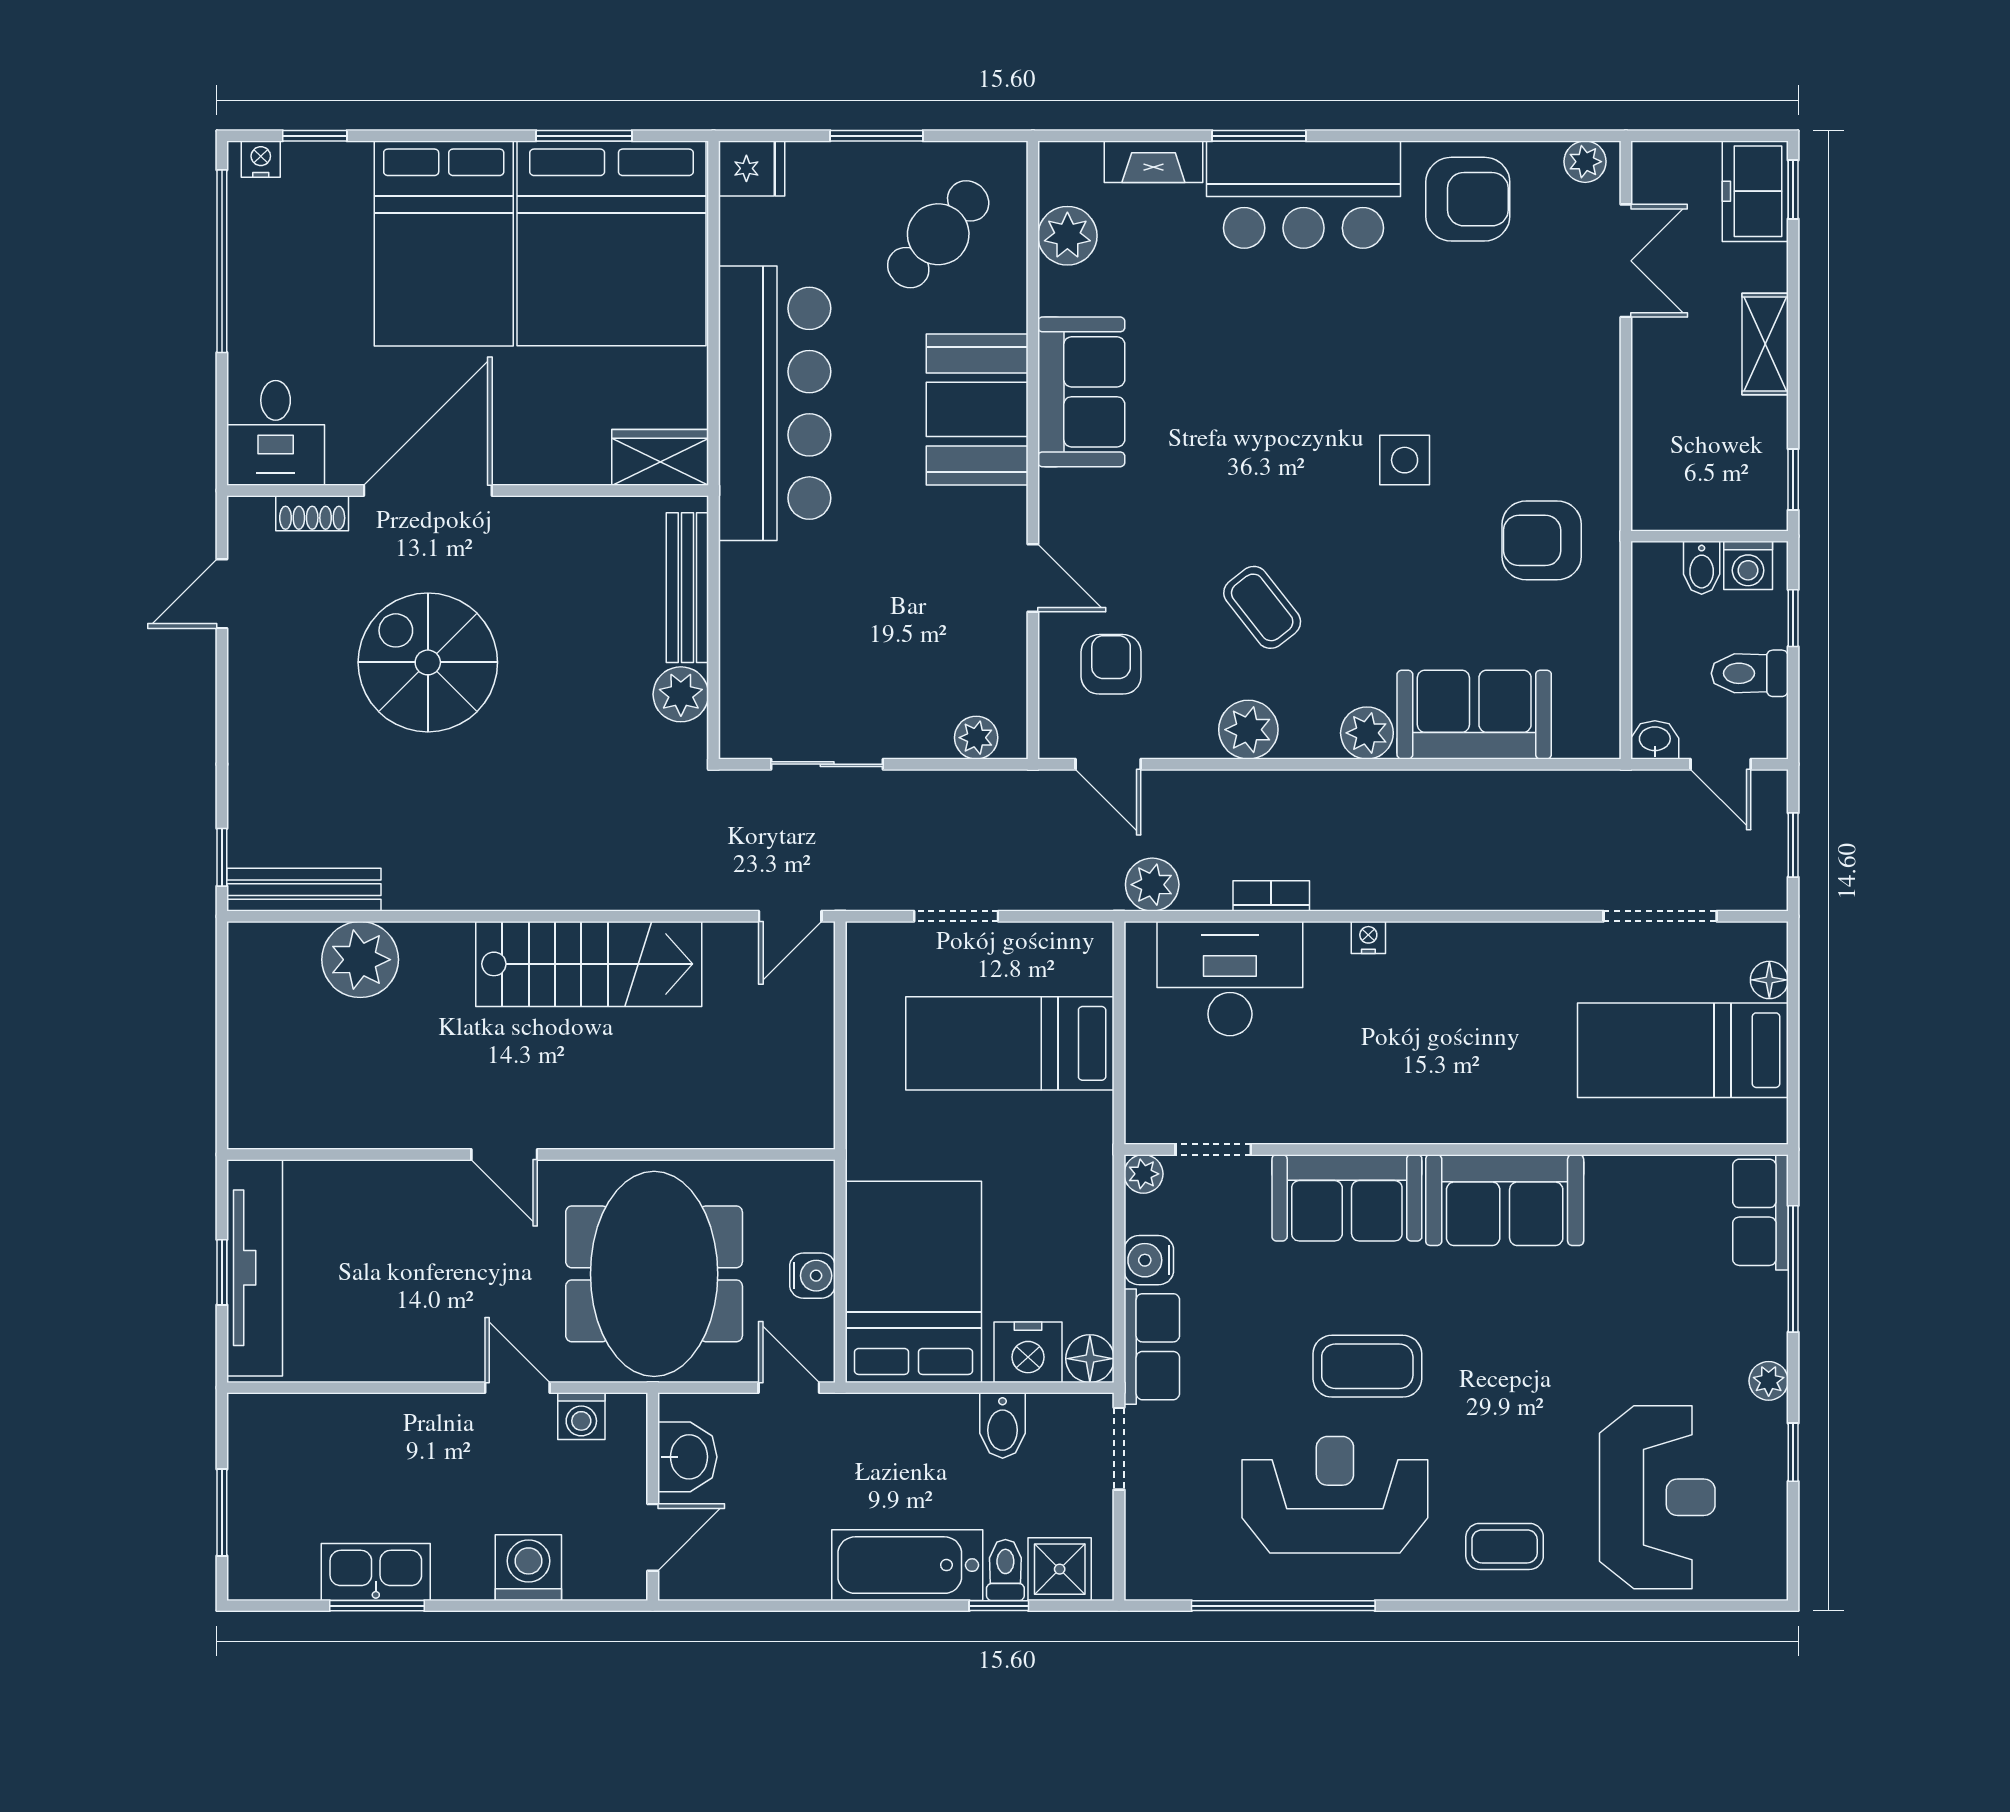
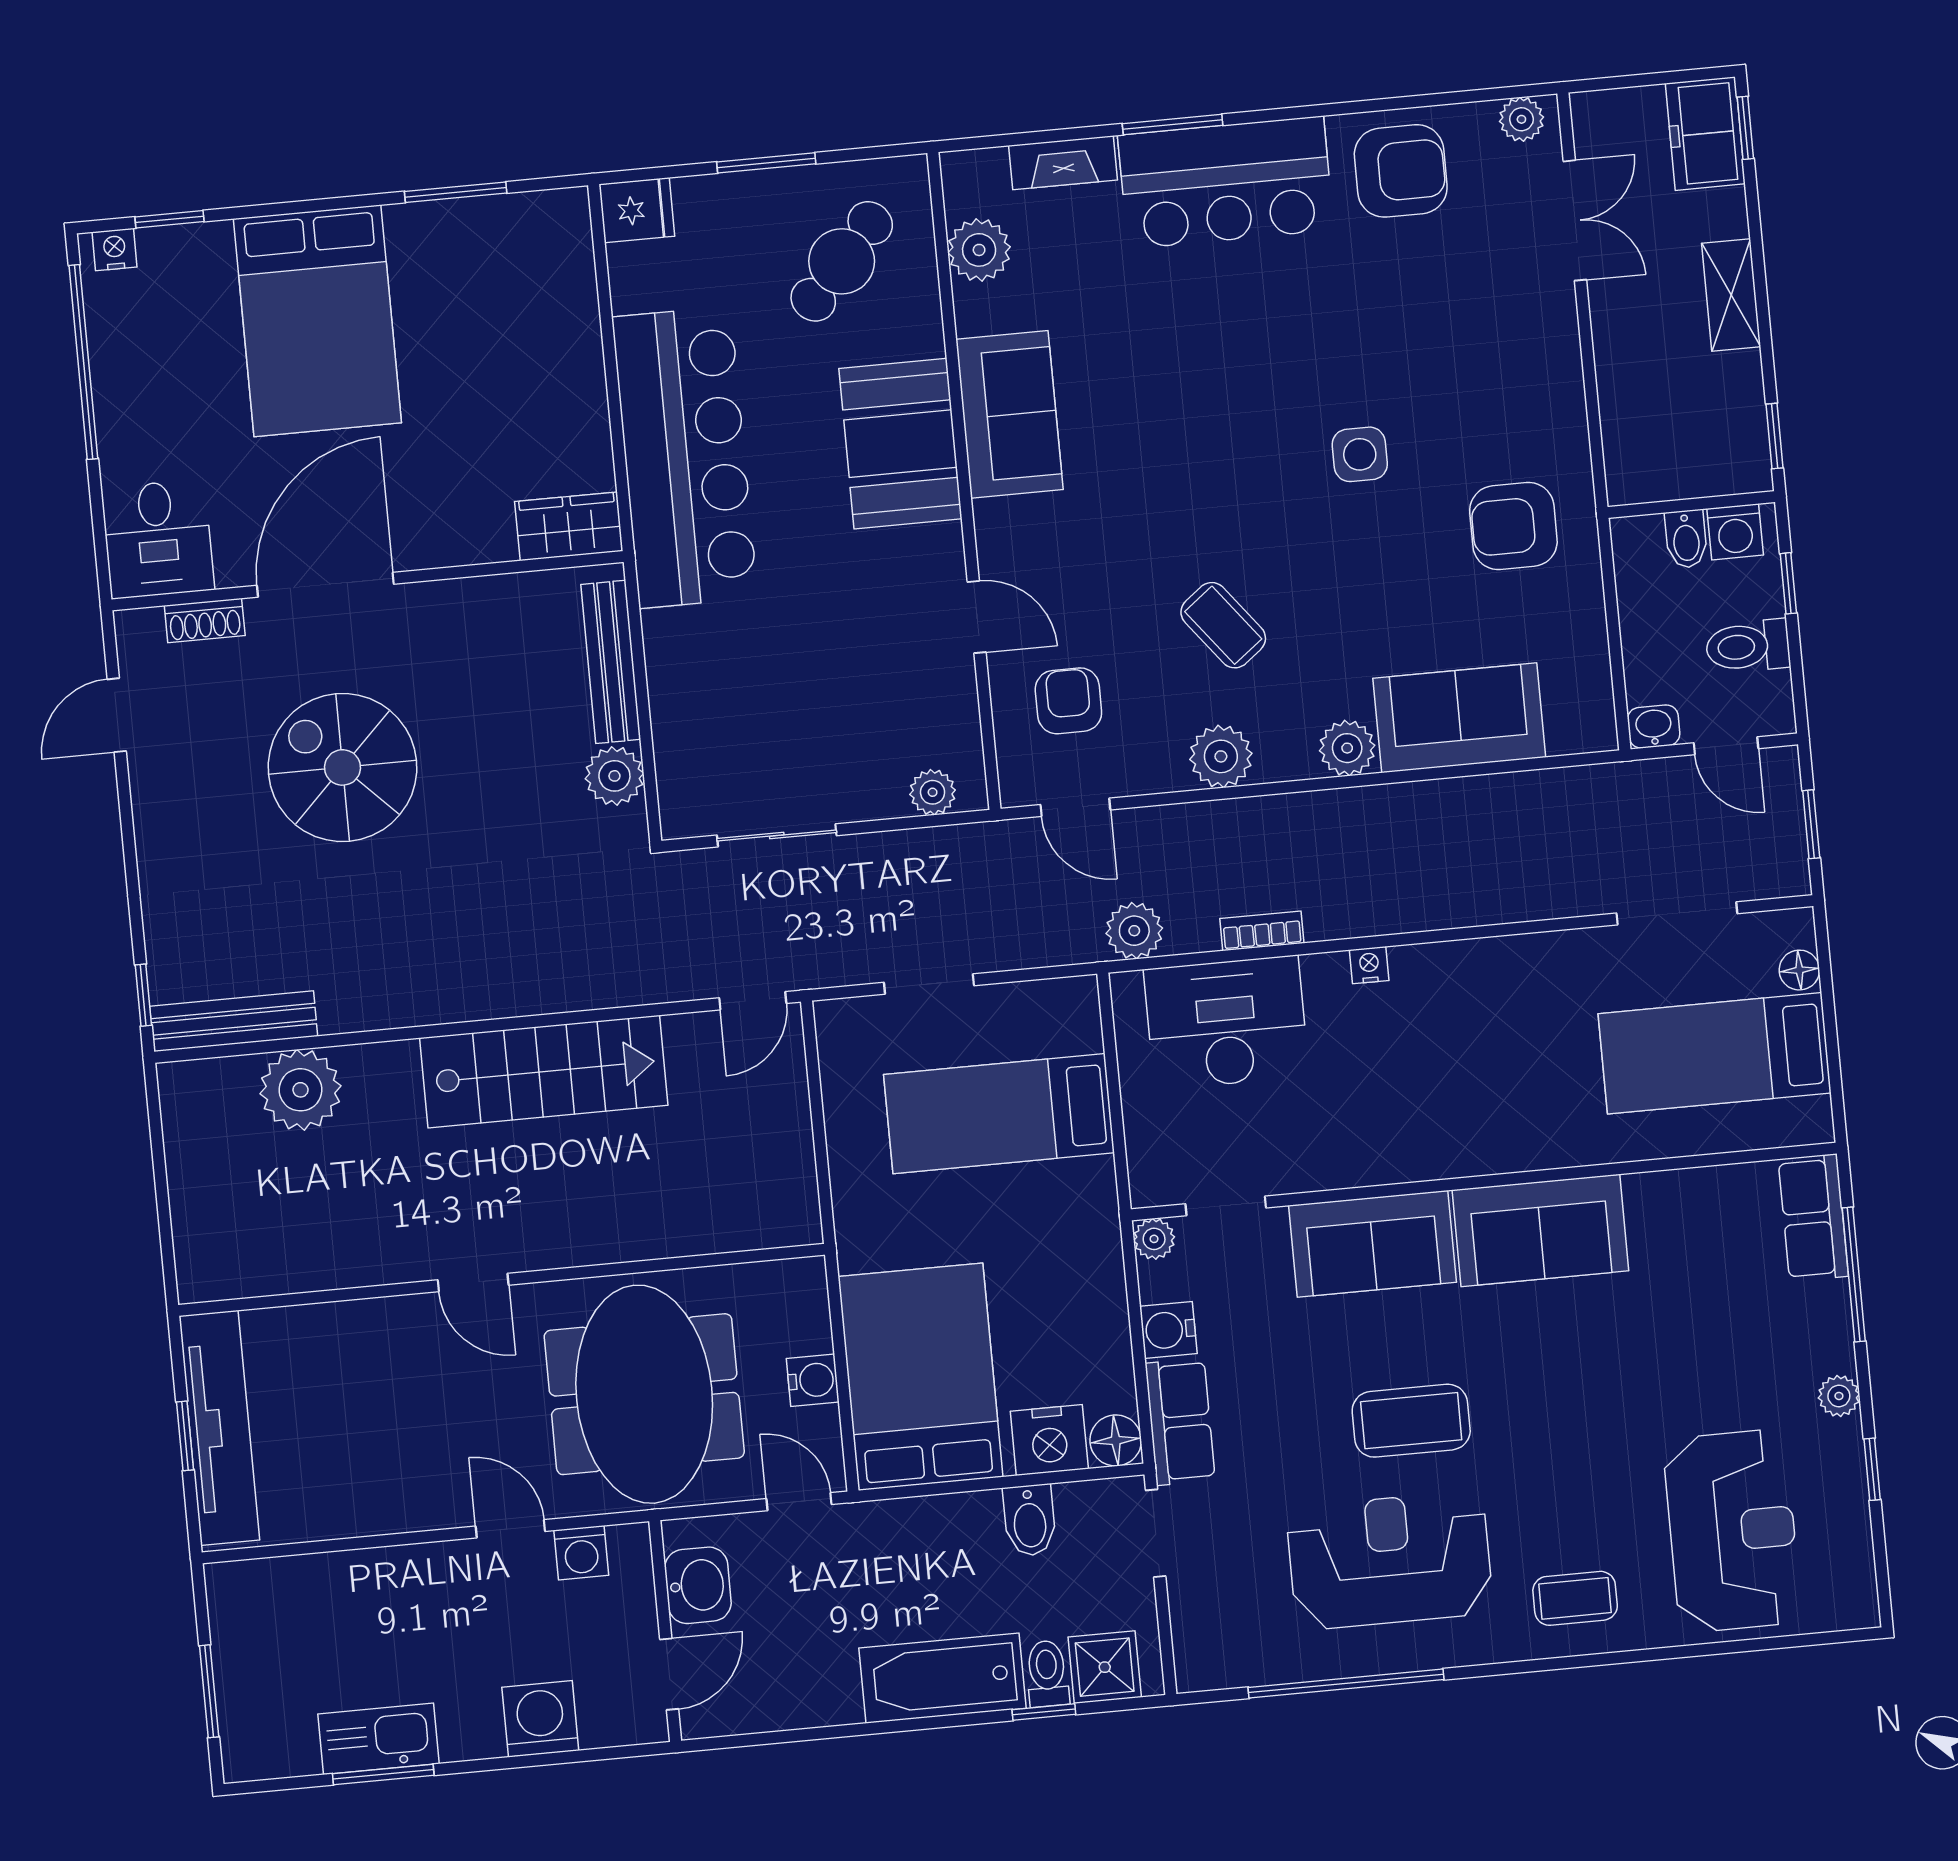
bed: (611, 243) -> (496, 304), removed

